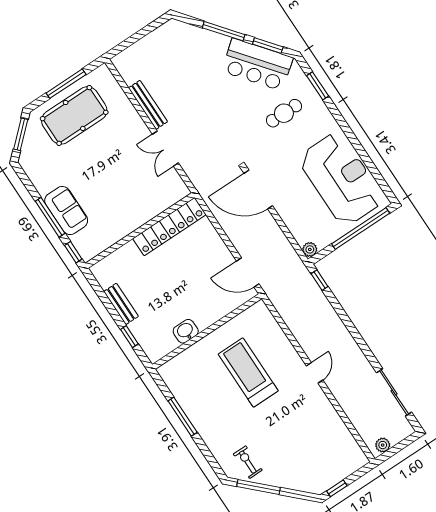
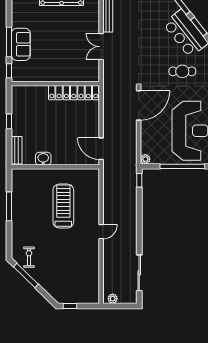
door: (258, 190) -> (139, 105), swing flipped
bench: (121, 304) -> (17, 150), moved
window: (129, 337) -> (9, 121), moved

